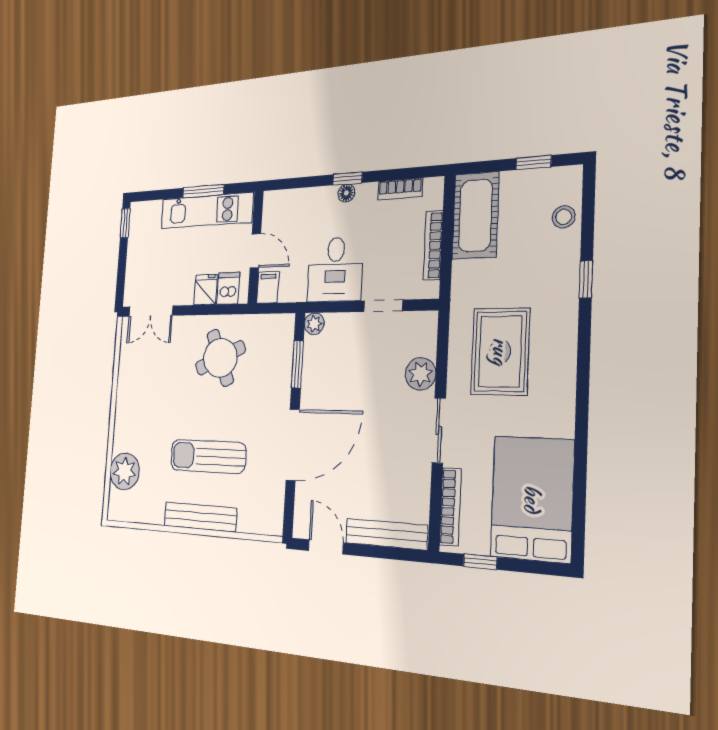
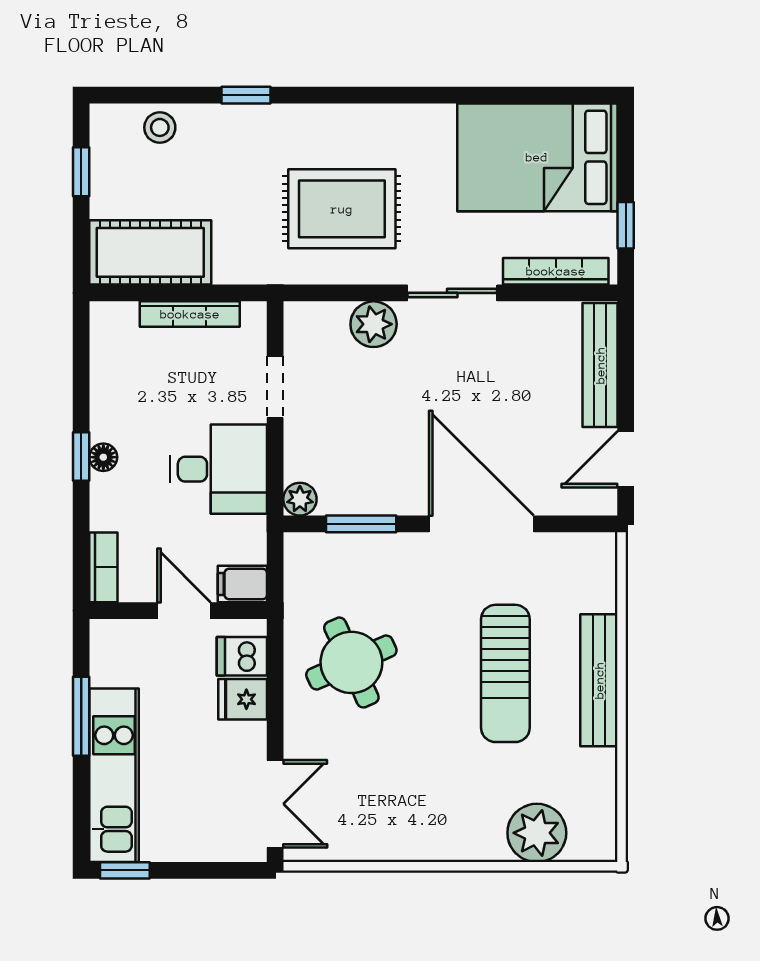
bookcase: (400, 189) -> (103, 567), moved
kitchen unit: (206, 211) -> (114, 775), moved
door: (255, 251) -> (184, 611), hinge flipped

